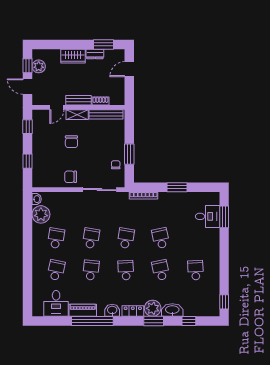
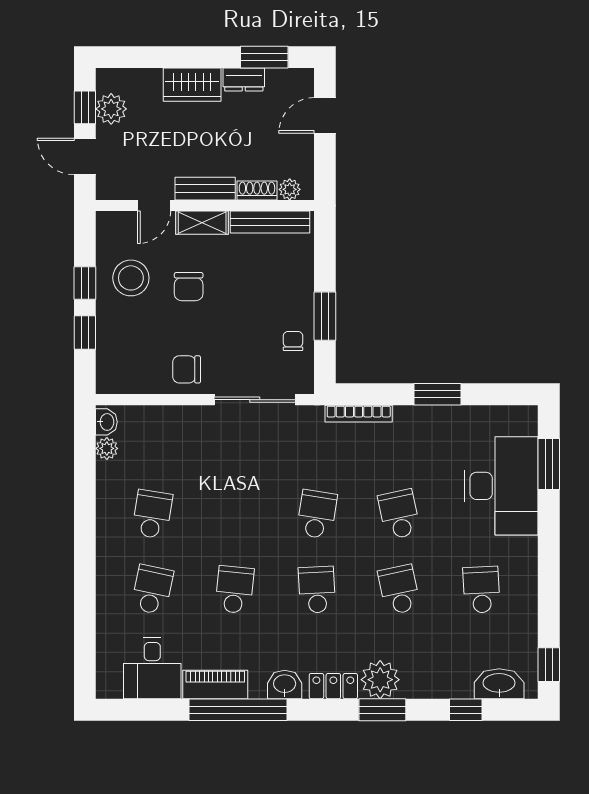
plant: (114, 101) -> (290, 189), added
window: (28, 127) -> (85, 283), moved
stool: (47, 138) -> (131, 278), added
plant: (41, 214) -> (107, 448), width x0.53, depth x0.53
desk: (207, 216) -> (501, 486), width x1.87, depth x1.30
school desk: (91, 238) -> (235, 514), removed
washbasin: (172, 310) -> (499, 684), moved

